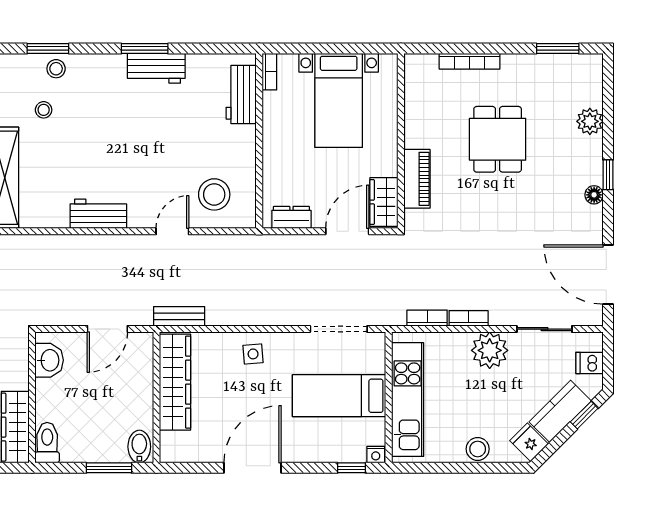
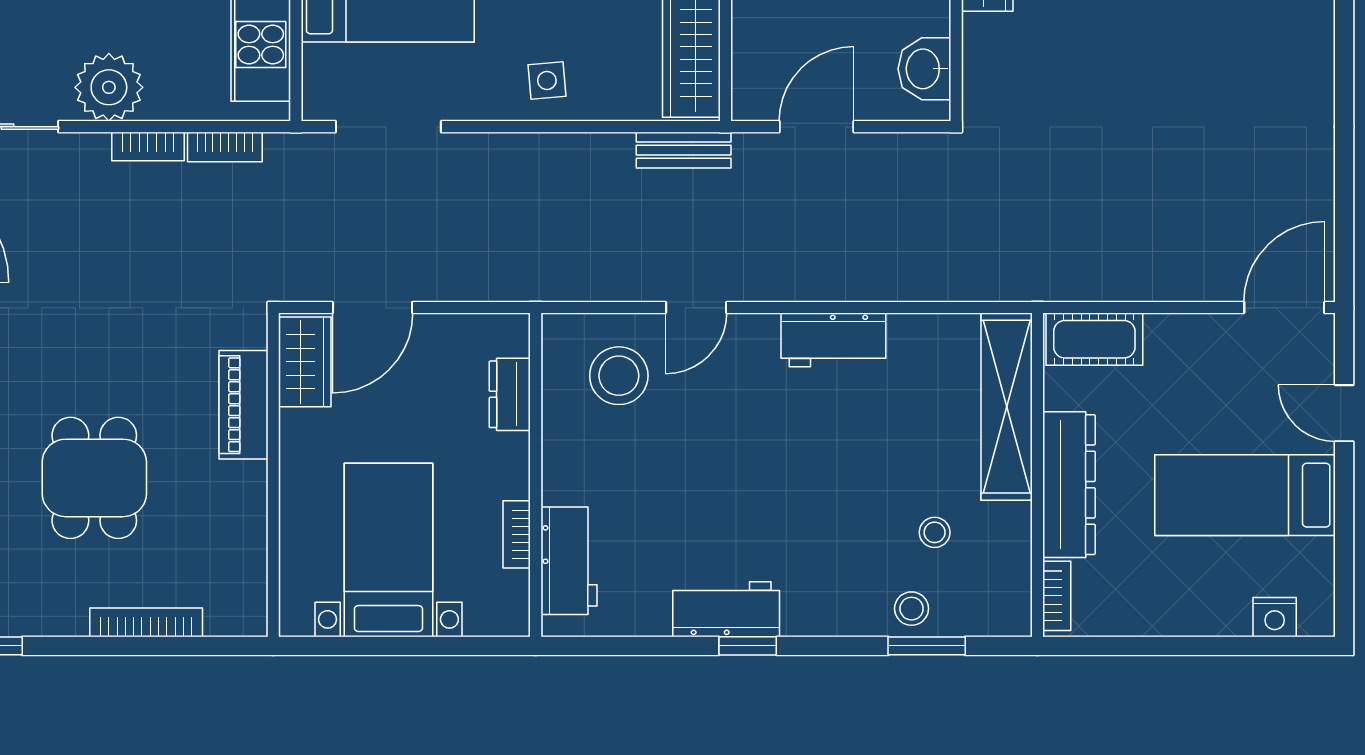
window: (145, 49) -> (748, 646), width x0.67
bookcase: (269, 72) -> (517, 534), moved
dresser: (291, 217) -> (510, 394), moved, turned 90

